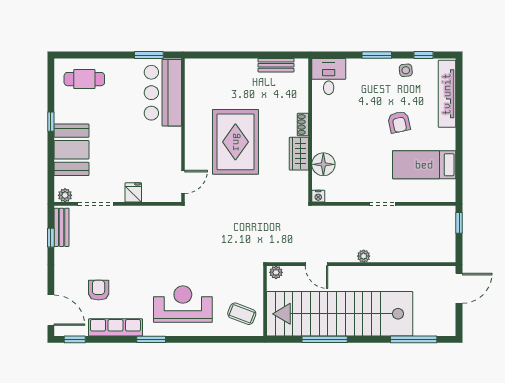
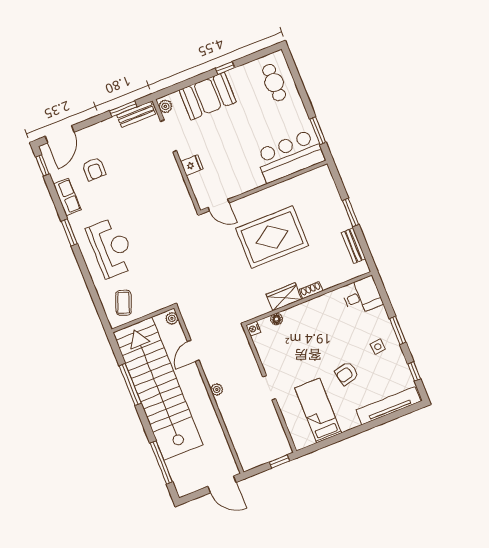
window: (242, 55) -> (351, 212), added
side table: (406, 70) -> (378, 347), moved
floor lamp: (323, 164) -> (277, 319), width x0.53, depth x0.53
window: (51, 238) -> (123, 109), width x1.50
armchair: (99, 290) -> (94, 169), turned 90
row of seats: (116, 327) -> (67, 197), width x0.68

